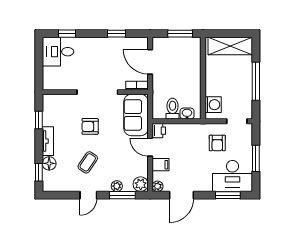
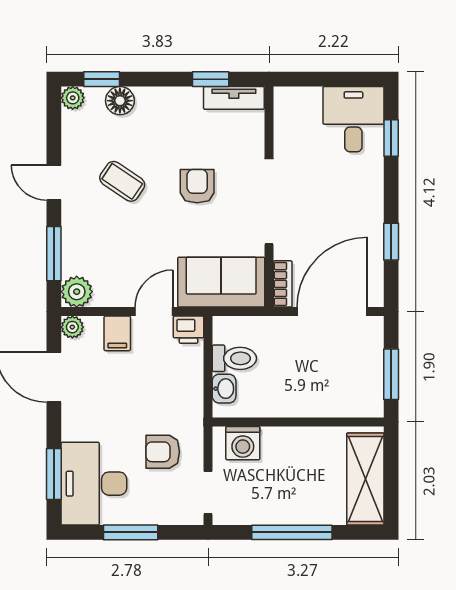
door: (150, 62) -> (332, 312), width x1.36
tv unit: (48, 141) -> (234, 98), moved
plant: (117, 186) -> (73, 98), moved

